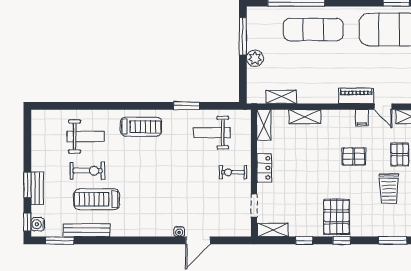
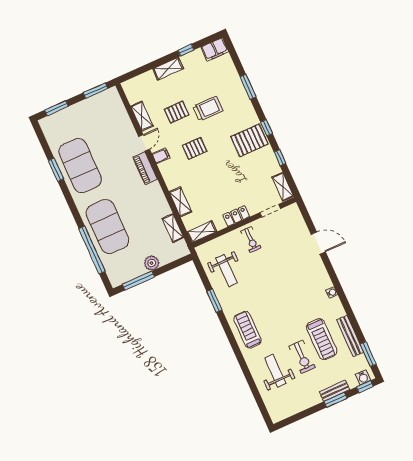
exercise mat: (313, 30) -> (107, 227), width x1.47
pallet: (354, 156) -> (195, 148), turned 90
exercise bike: (88, 171) -> (302, 357), turned 180
water cooler: (179, 232) -> (332, 292), moved

